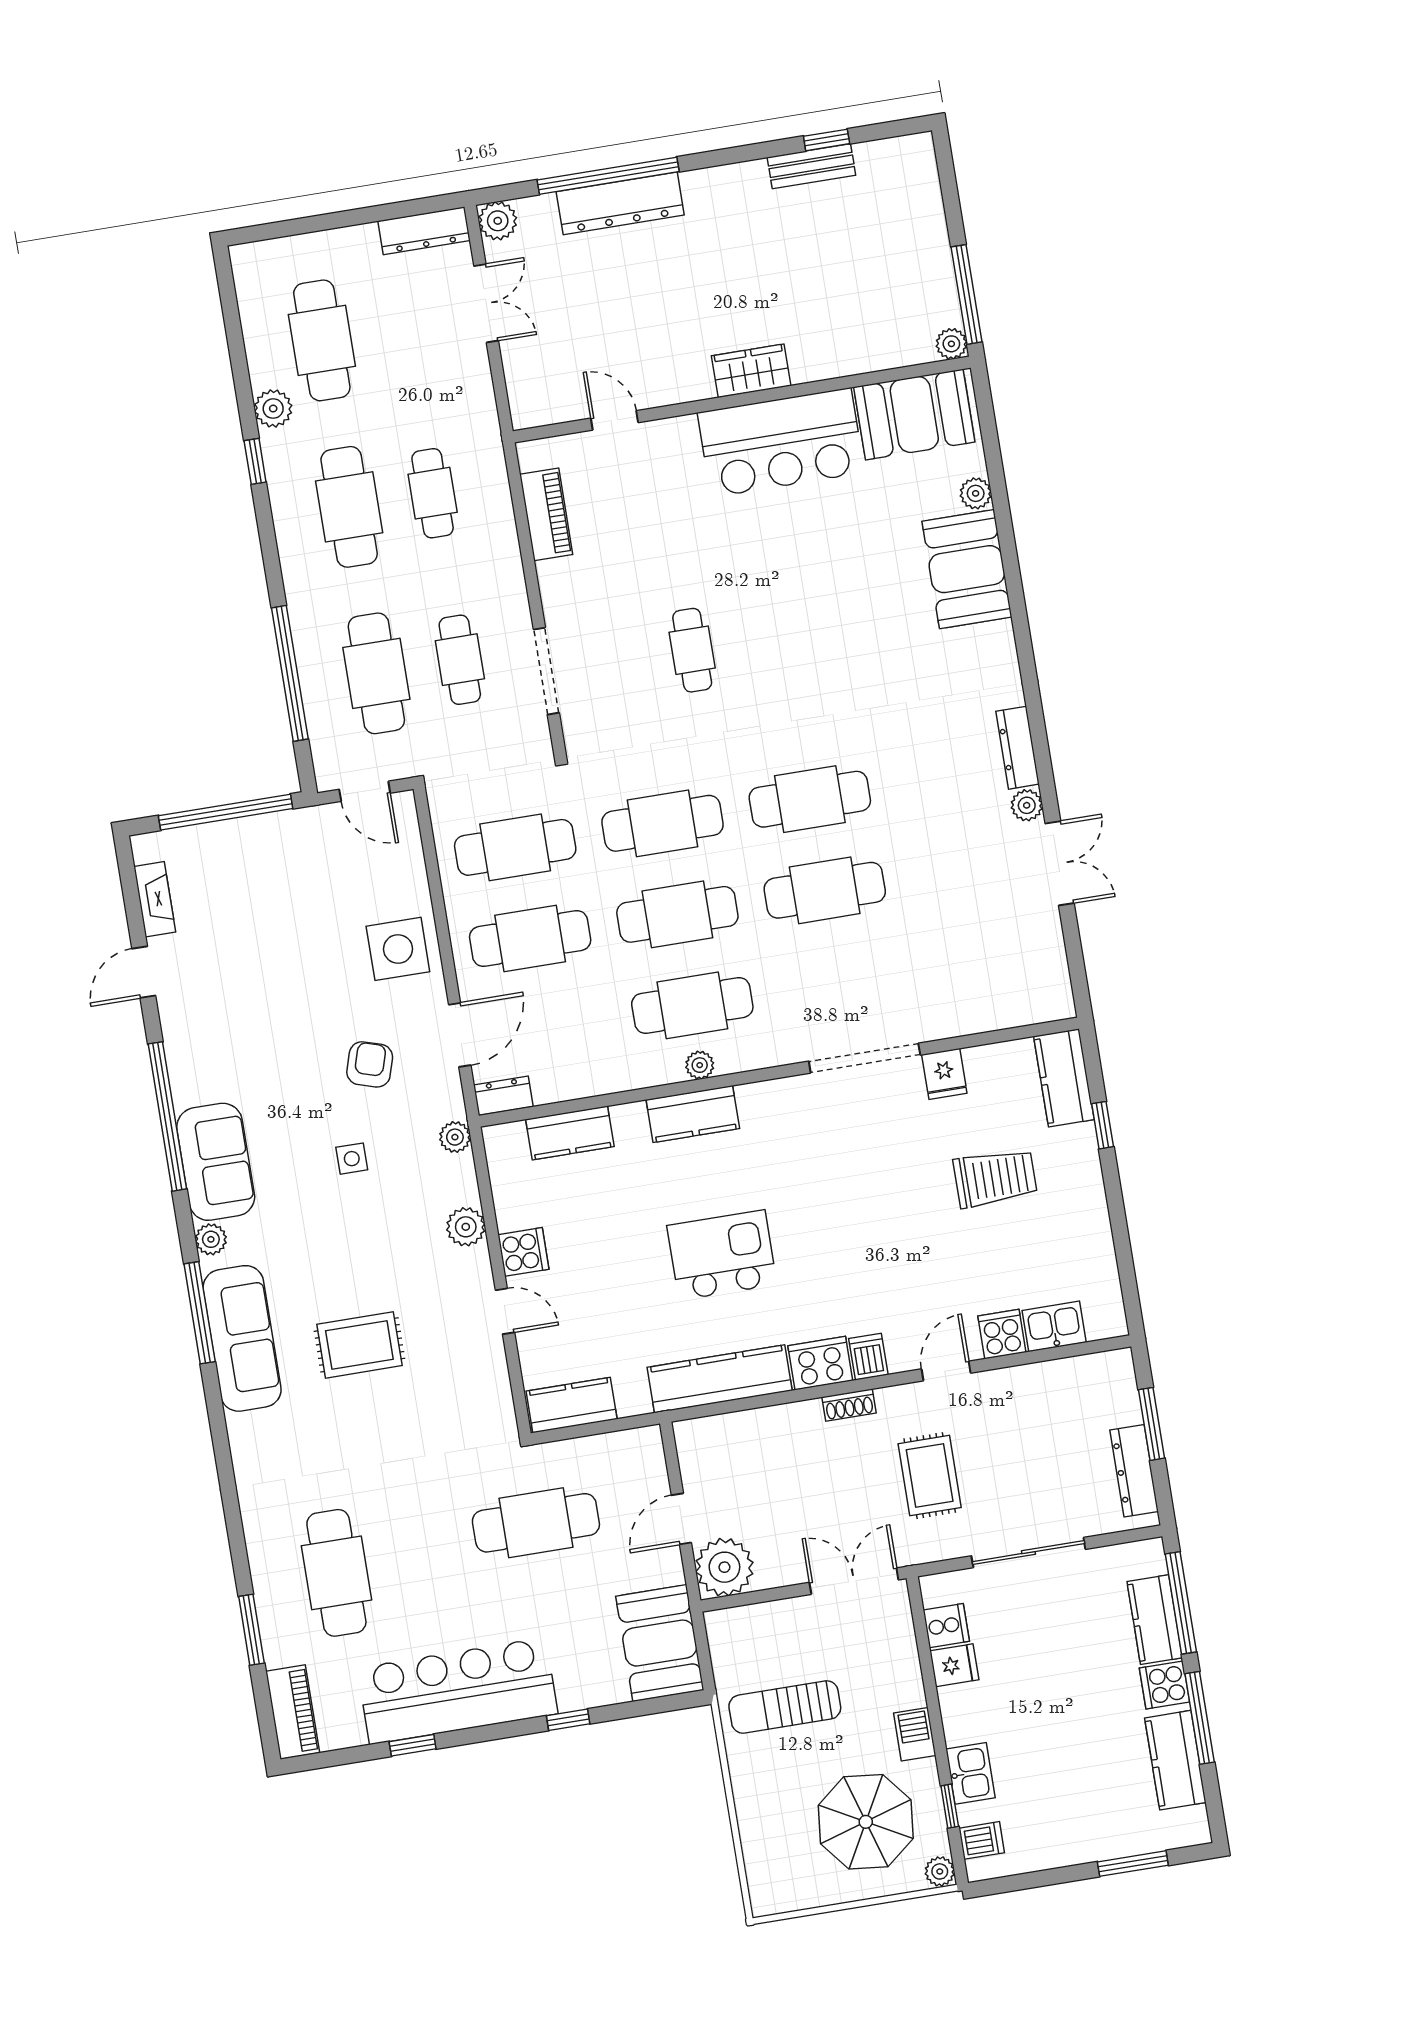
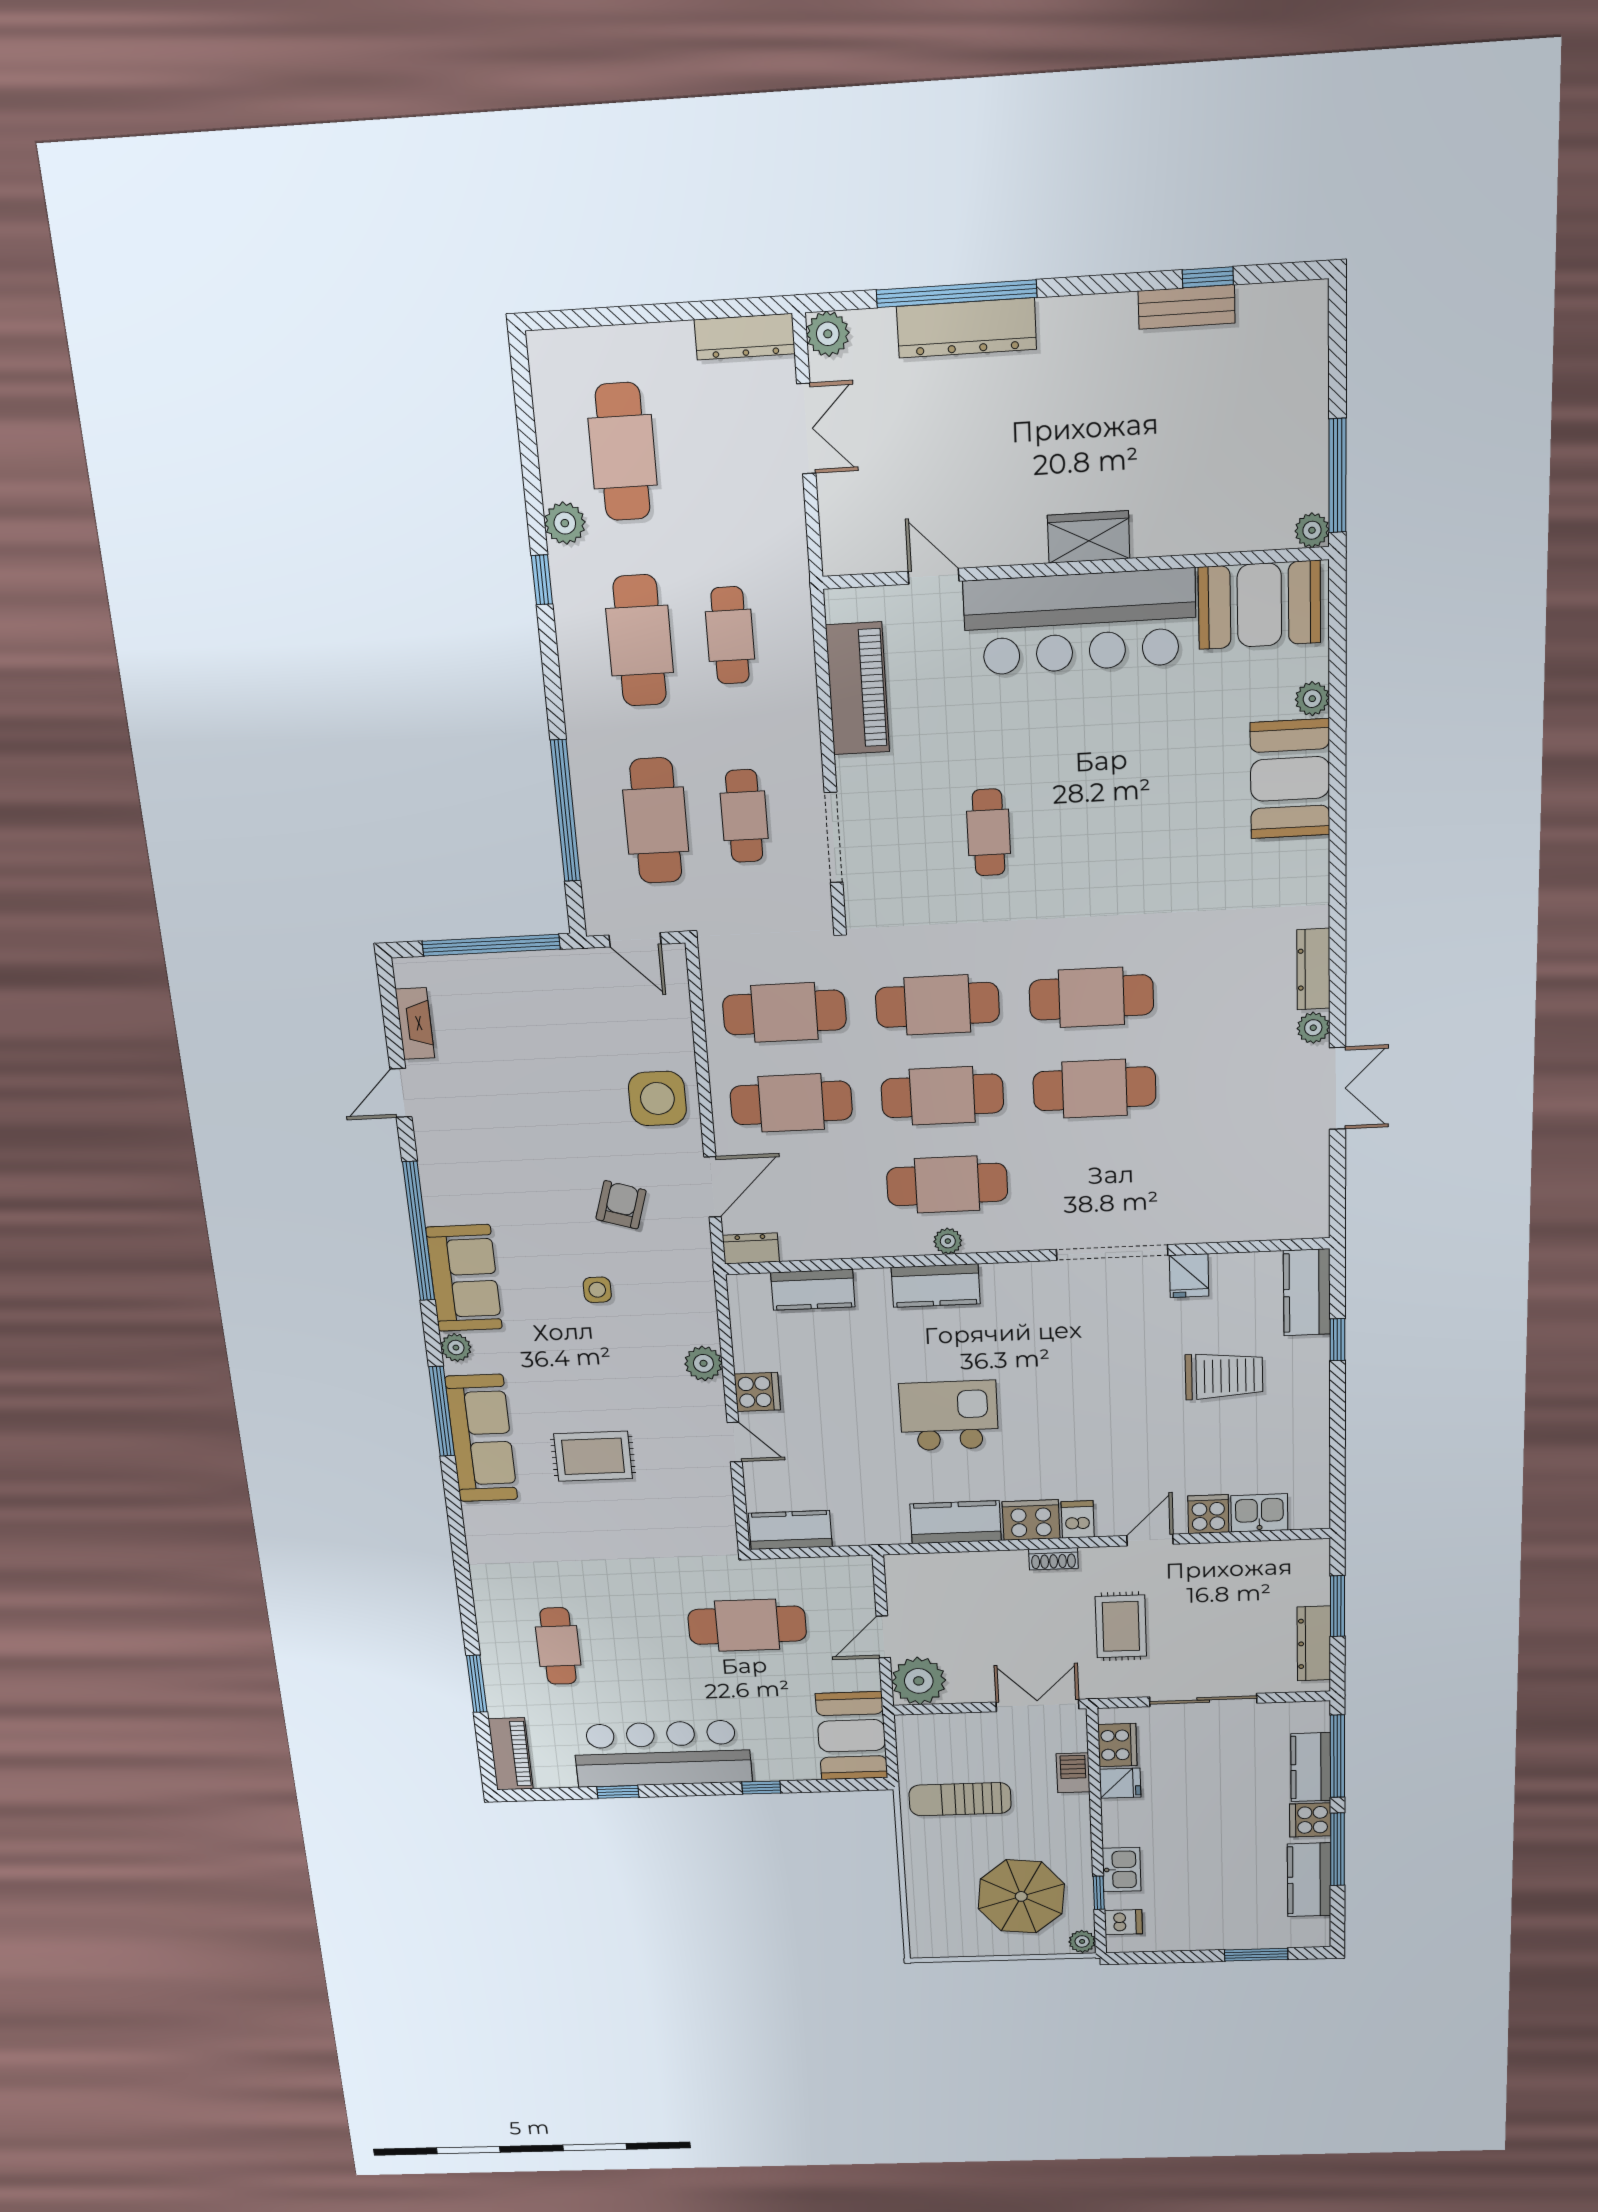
bar counter: (781, 442) -> (1080, 622), width x1.36
piano: (546, 514) -> (858, 689), width x1.37, depth x1.33
plant: (455, 1137) -> (700, 1281), removed
kitchen counter: (720, 1379) -> (956, 1522), width x0.67
cafe table: (336, 1573) -> (558, 1646), width x0.73, depth x0.74
cooker: (946, 1626) -> (1117, 1745), width x1.36
barbecue: (915, 1734) -> (1073, 1773), moved

